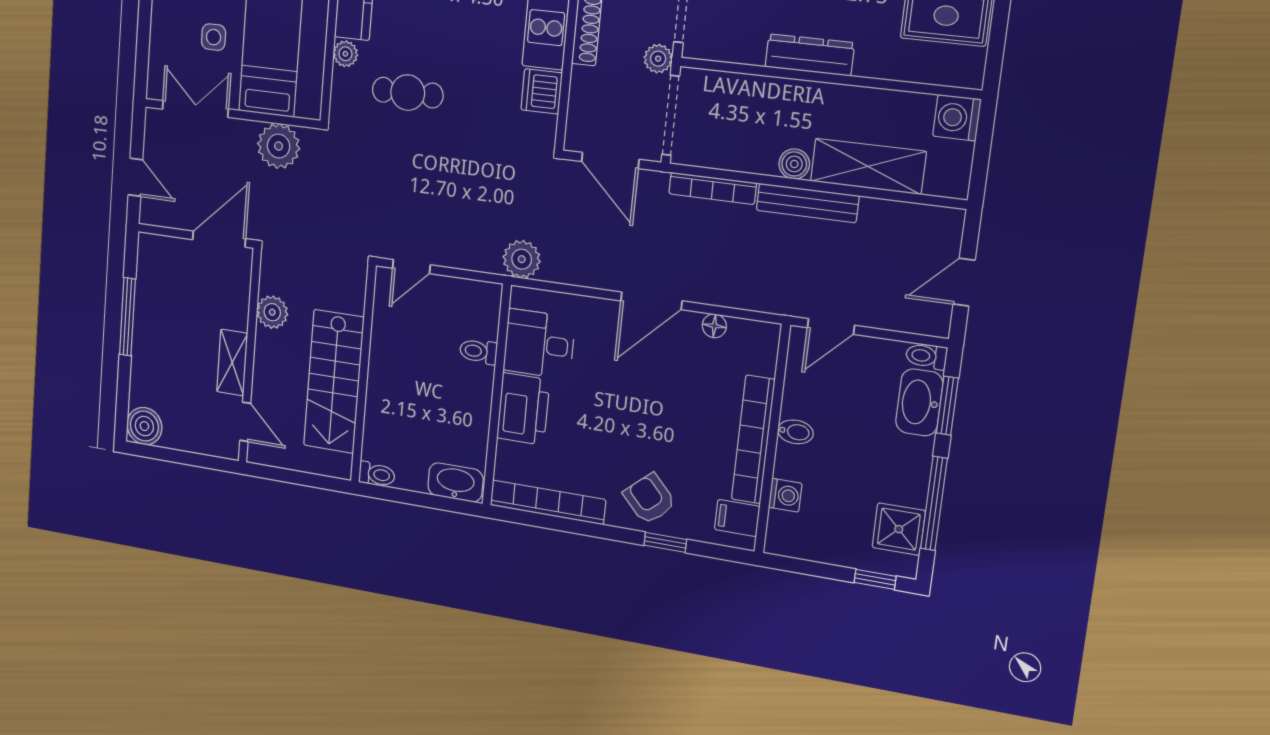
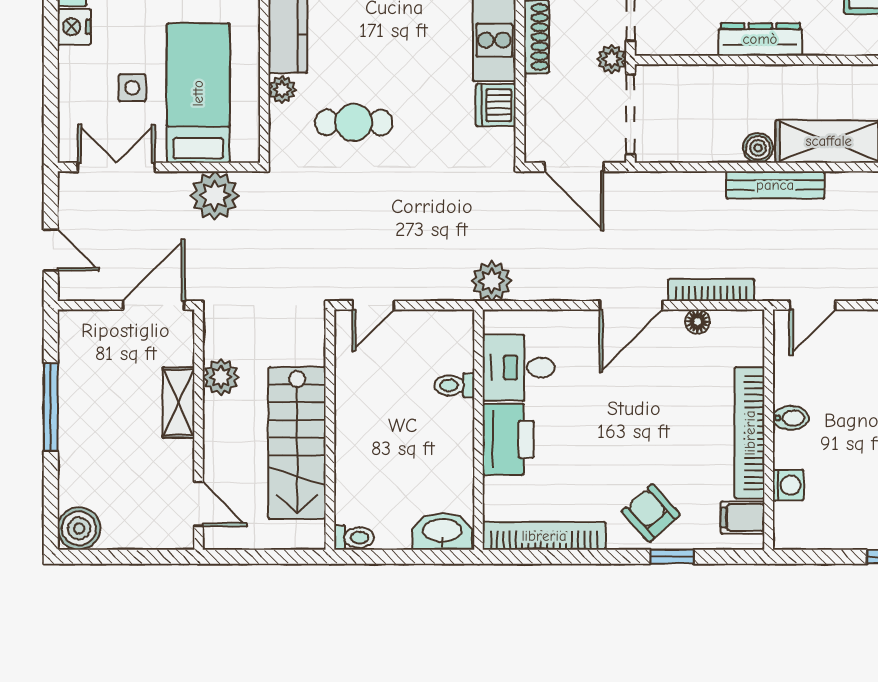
bookcase: (713, 188) -> (711, 290), moved, turned 180
shelving: (232, 363) -> (179, 403), moved

